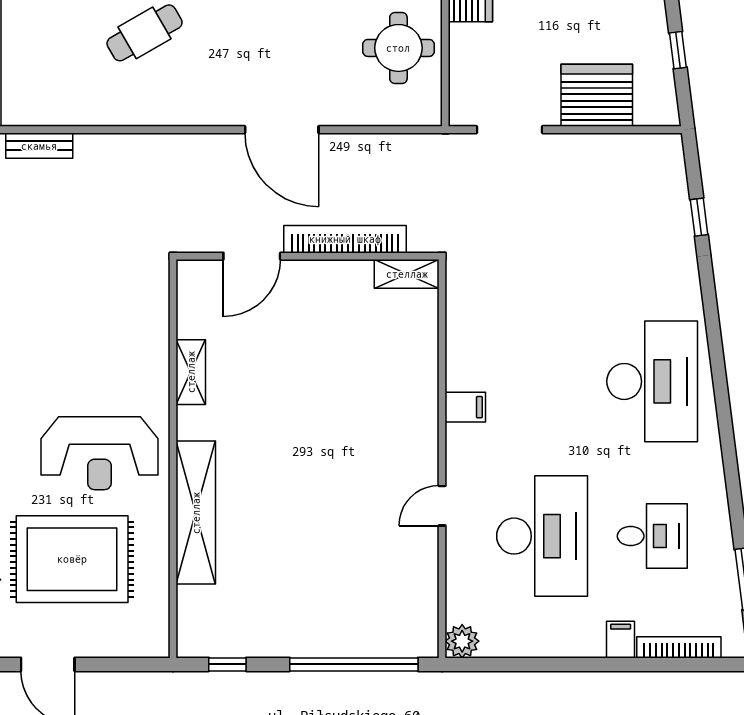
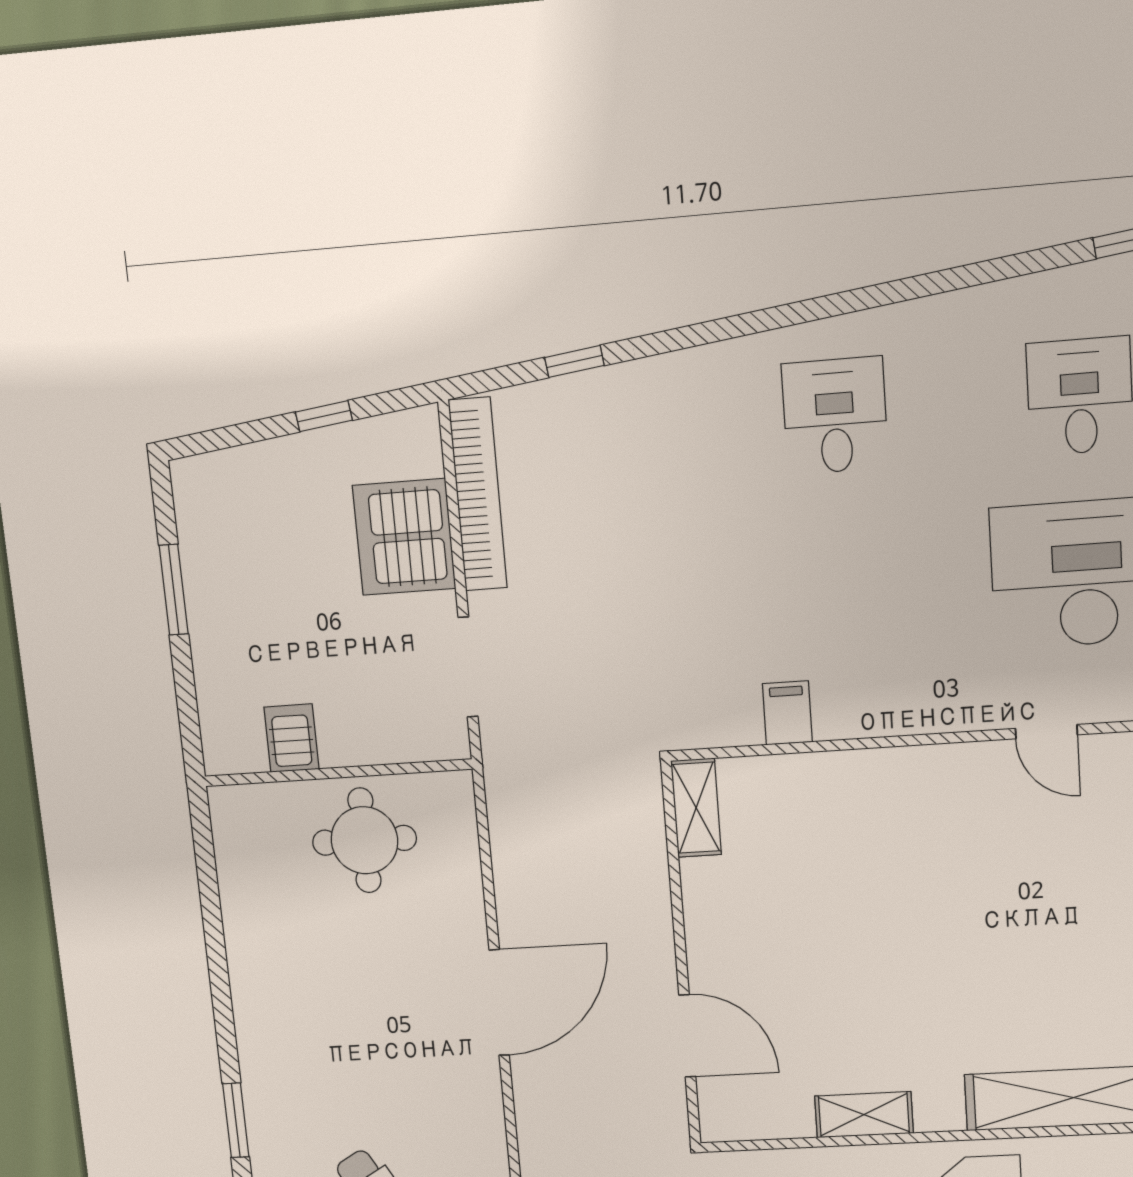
bookcase: (345, 239) -> (478, 494), moved, turned 180
desk: (652, 381) -> (835, 416), width x0.53, depth x0.77
filing cabinet: (465, 407) -> (787, 713), moved

